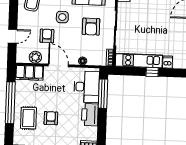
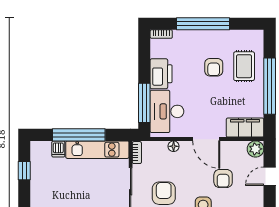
plant: (35, 57) -> (255, 149), moved
window: (152, 72) -> (79, 135), width x3.17

